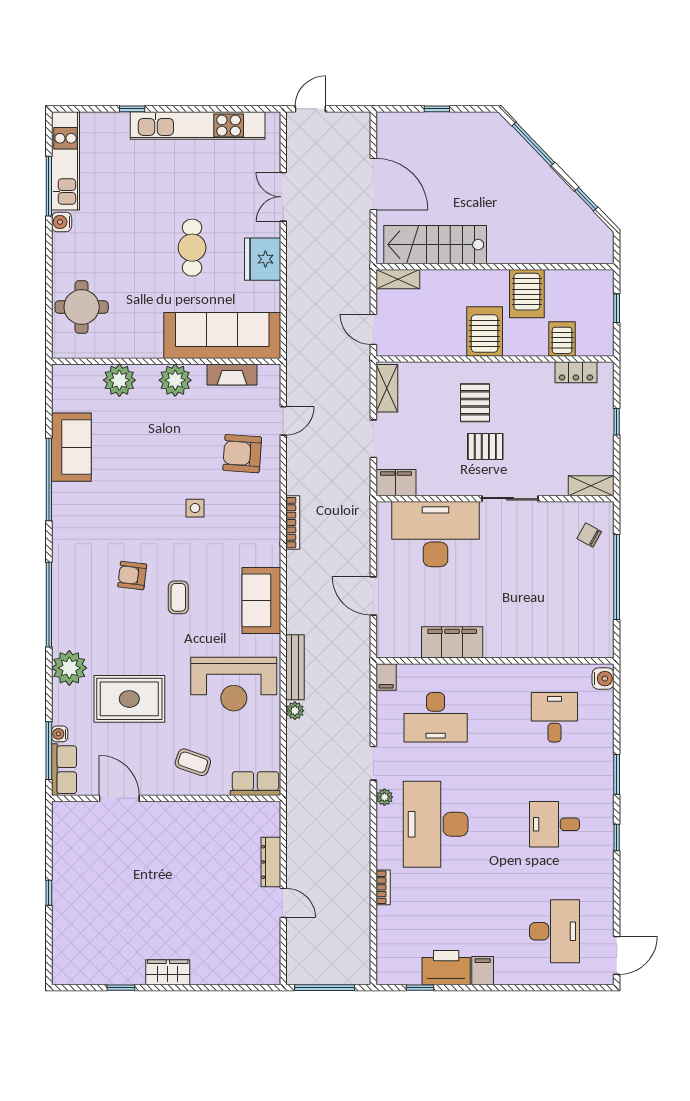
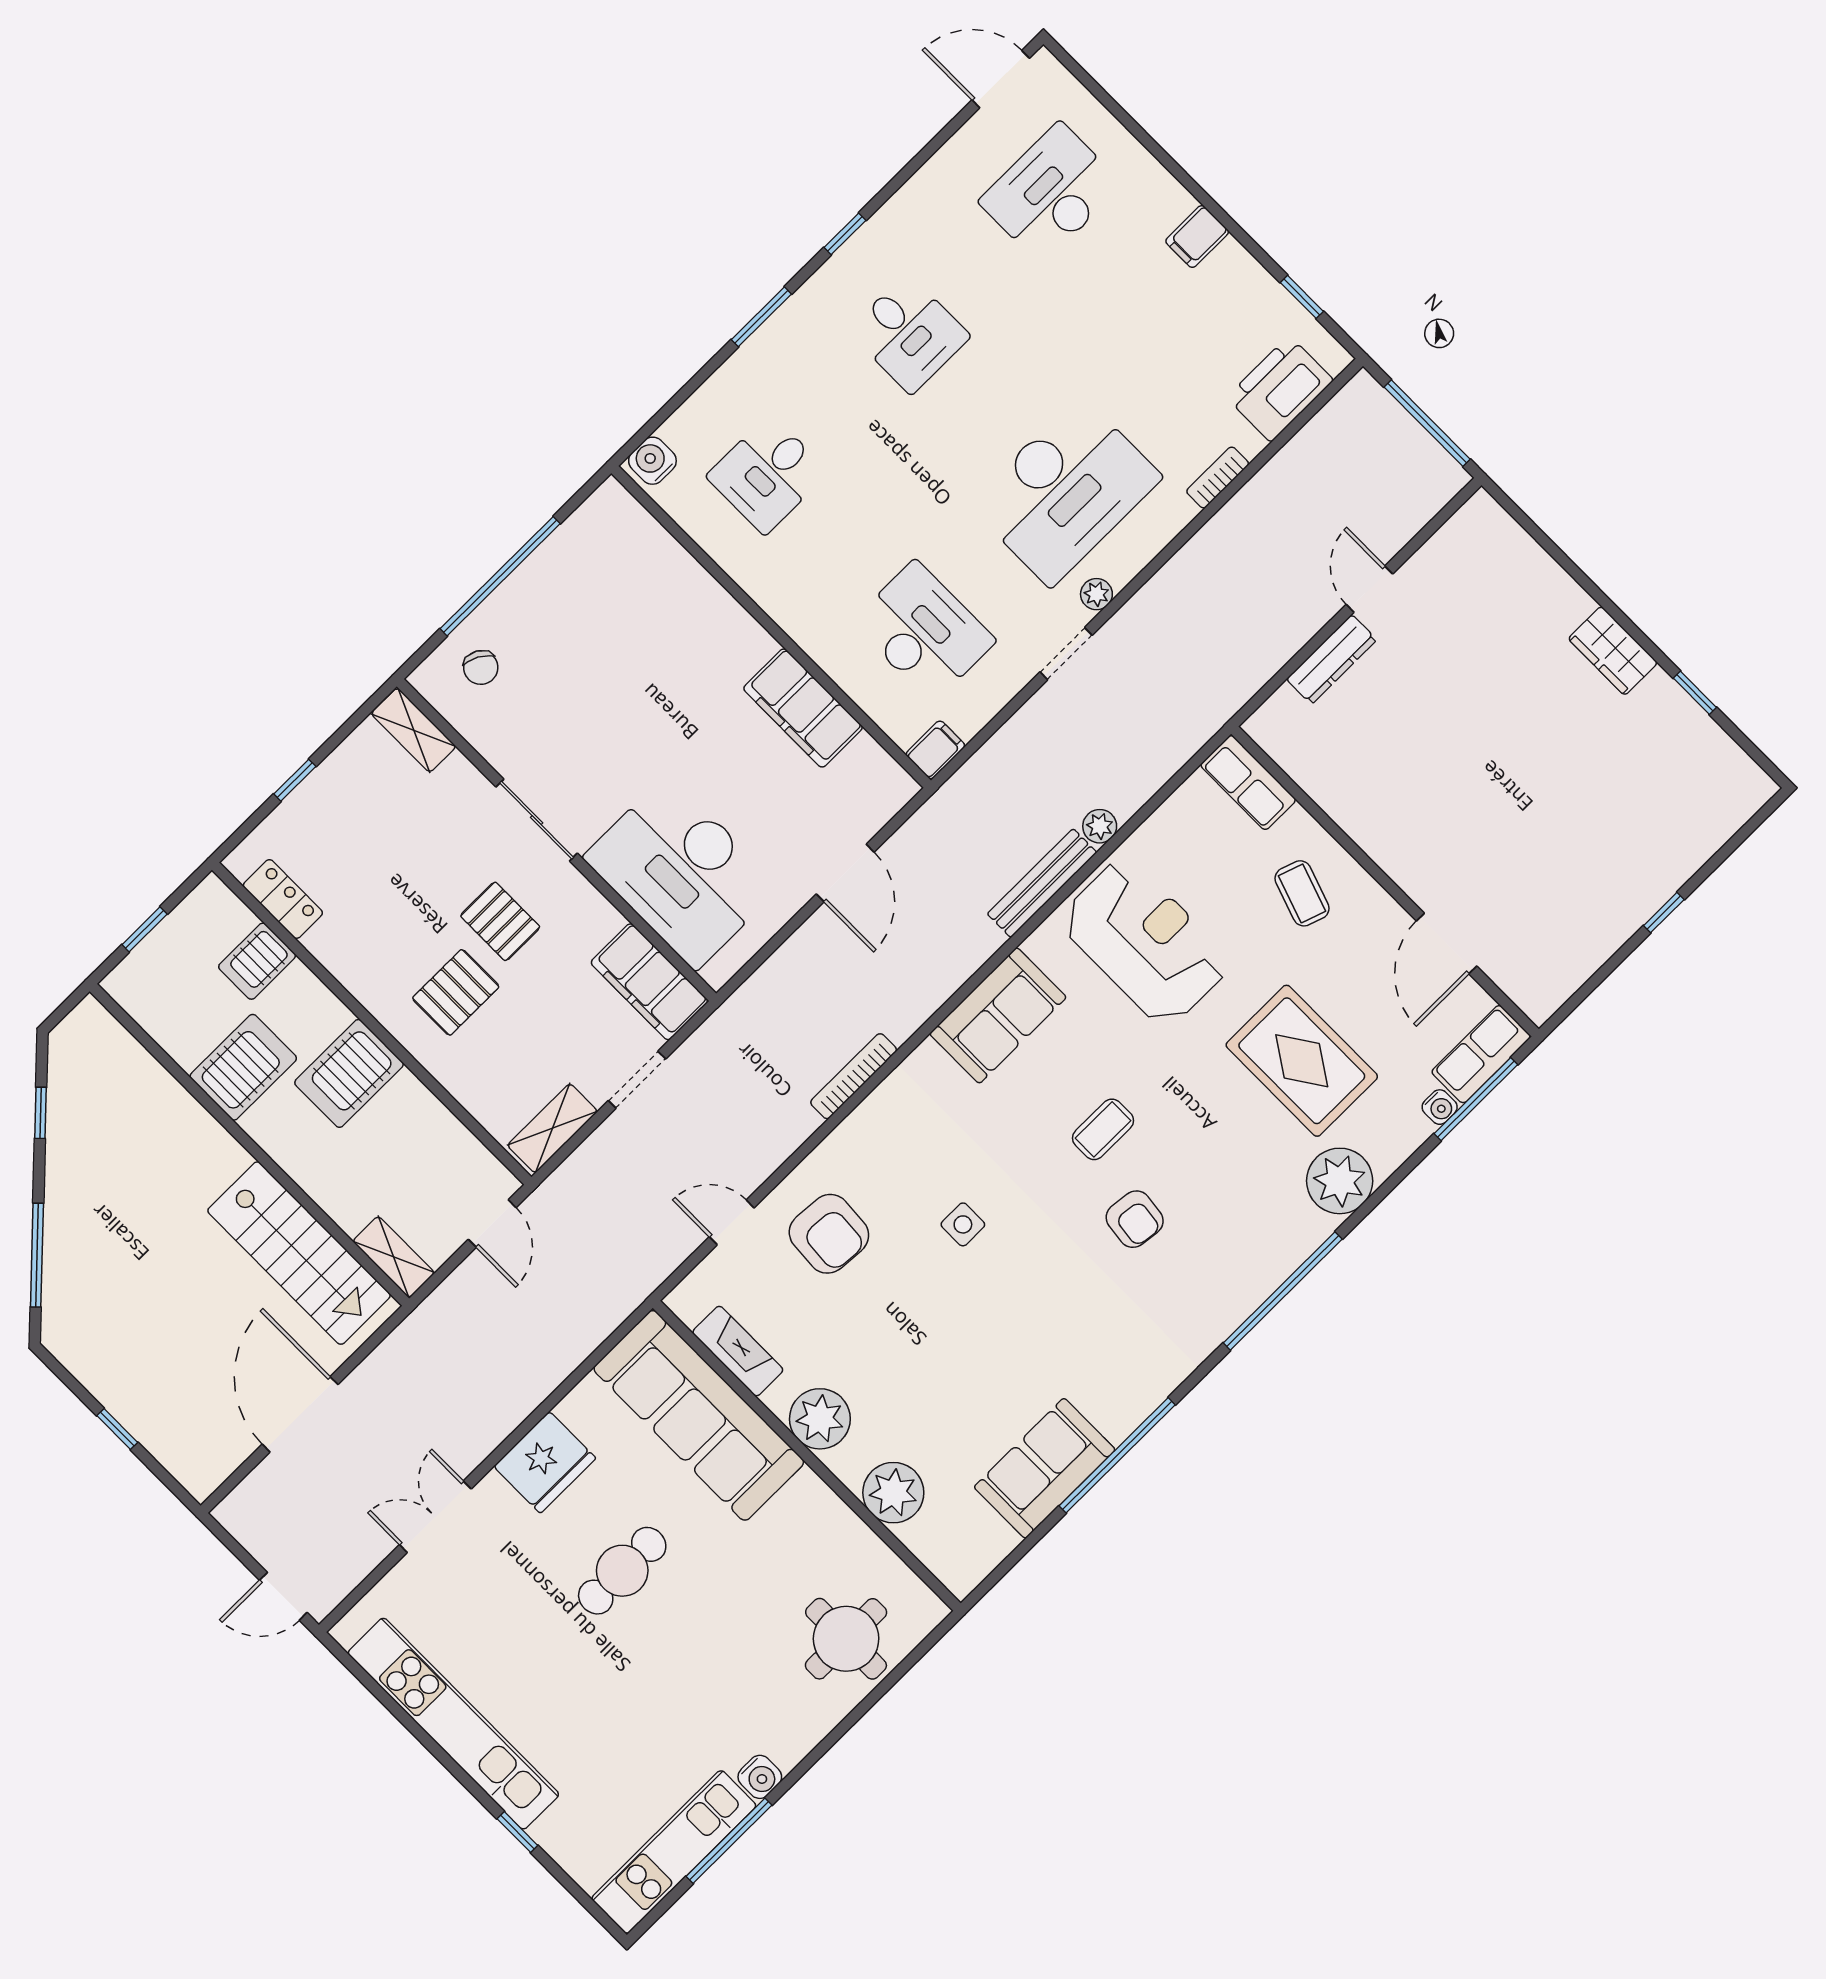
double door: (283, 197) -> (435, 1517), swing flipped
filing cabinet: (396, 483) -> (649, 982), width x1.50, depth x1.17
printer: (446, 968) -> (1280, 389), moved, turned 90

